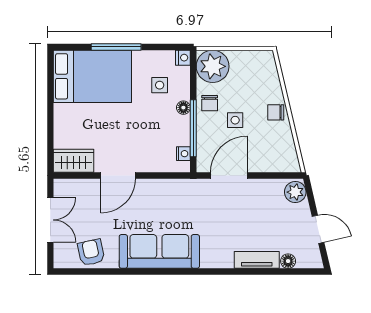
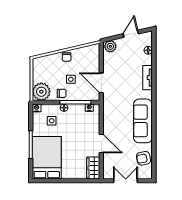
tv unit: (257, 260) -> (148, 78), moved

